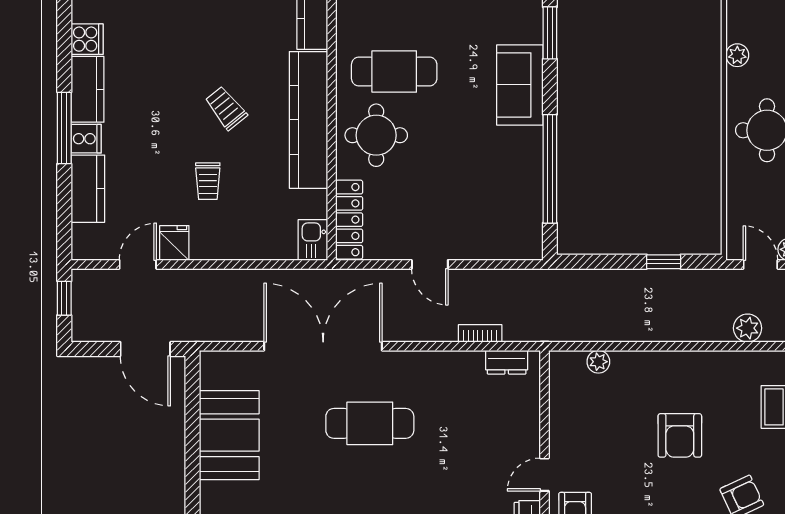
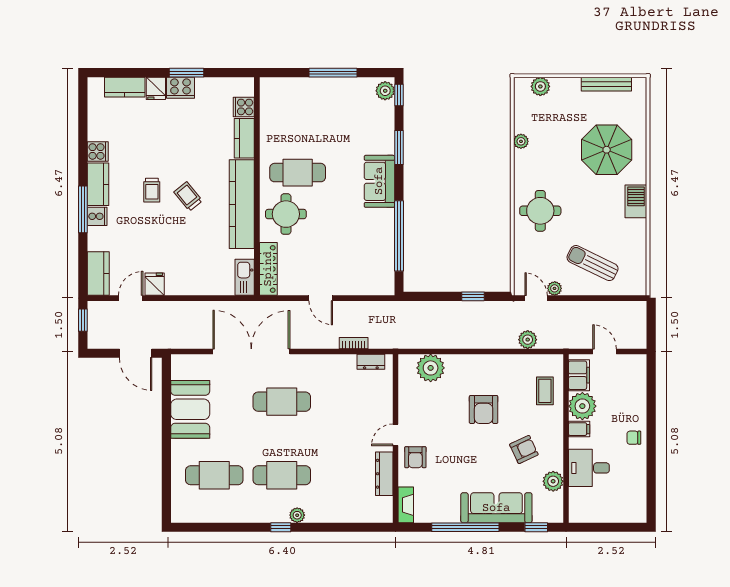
plant: (737, 55) -> (521, 141), moved
trolley: (208, 181) -> (152, 190), moved
kitchen counter: (88, 189) -> (98, 274), moved
kitchen sink: (313, 240) -> (245, 277), width x1.38
plant: (598, 362) -> (431, 368), width x1.87, depth x1.87

